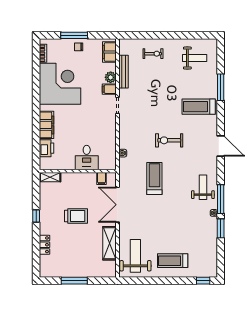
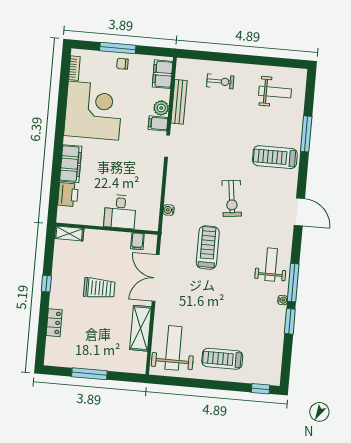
exercise bike: (169, 140) -> (232, 198), turned -97

